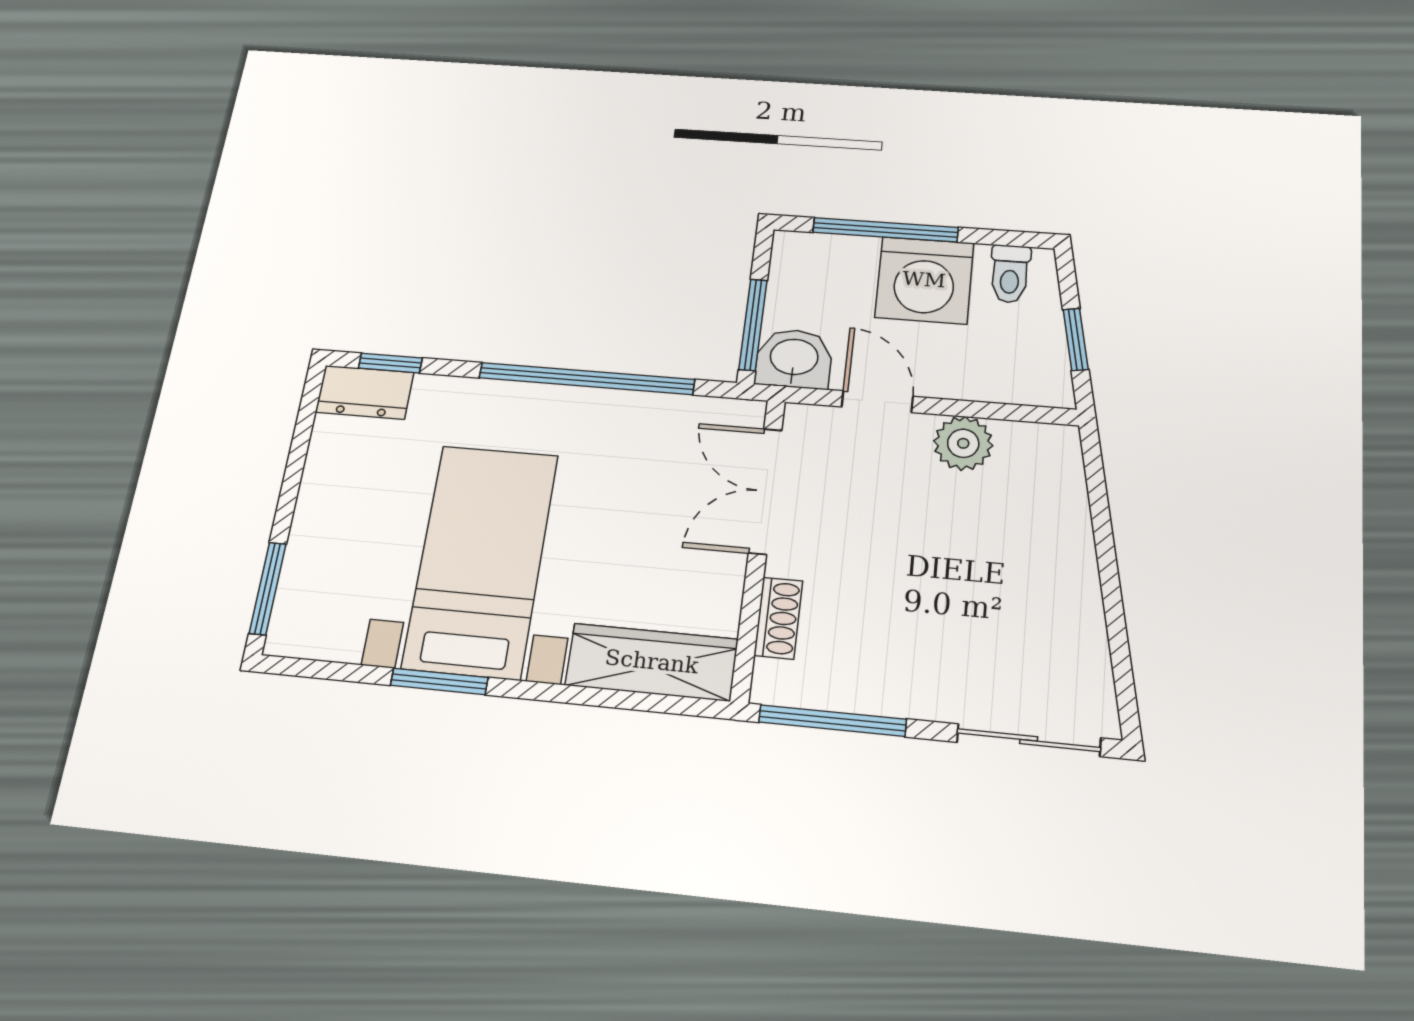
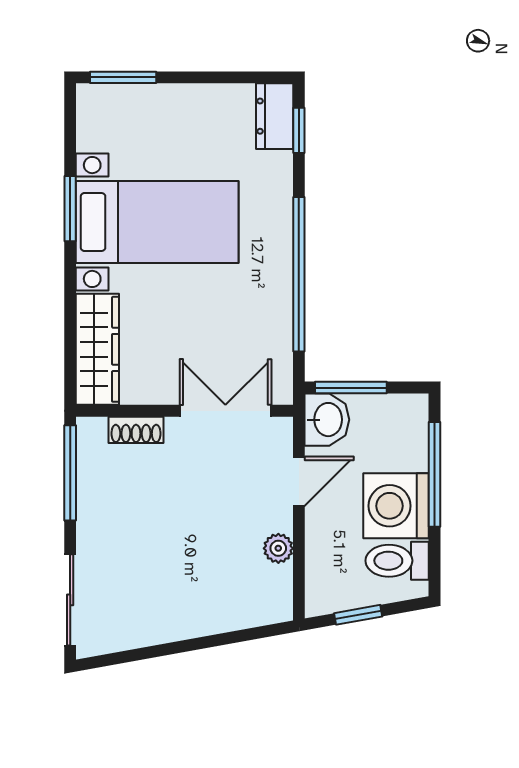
toilet: (1010, 274) -> (397, 561), width x1.37, depth x1.39
plant: (963, 443) -> (278, 548), width x0.73, depth x0.73

